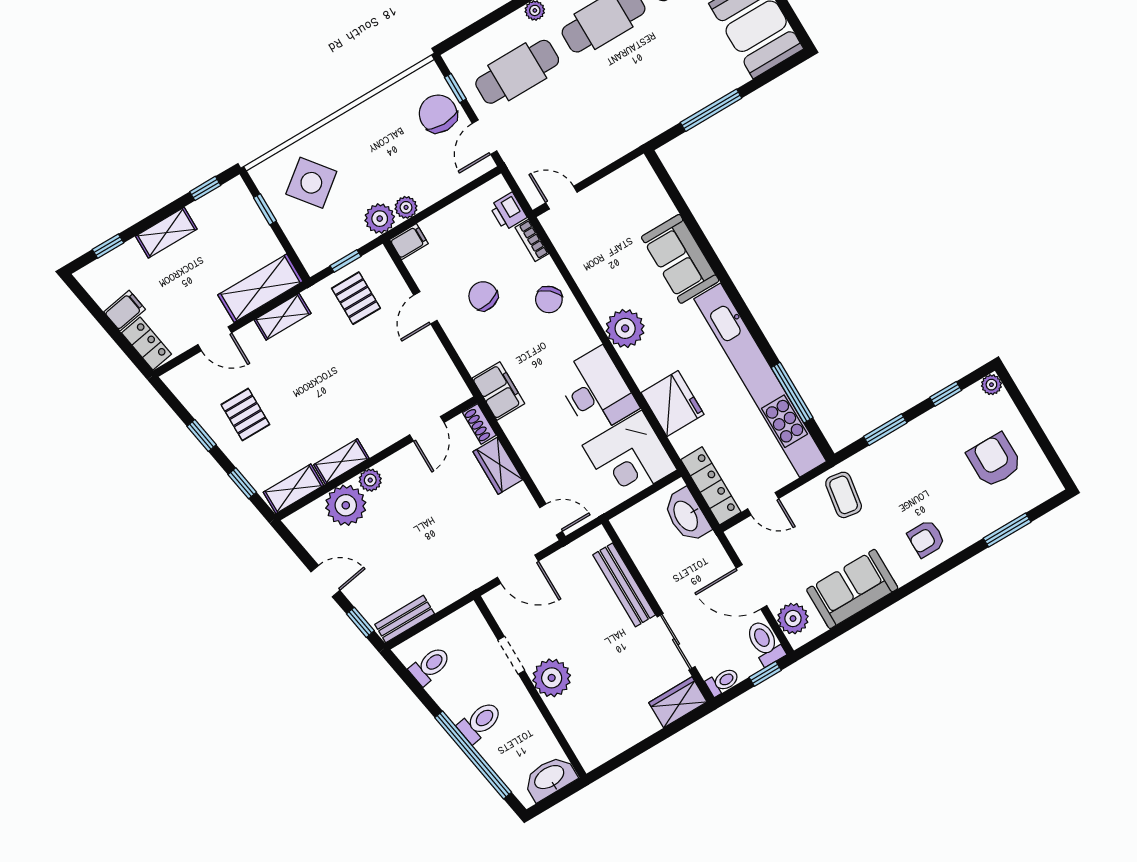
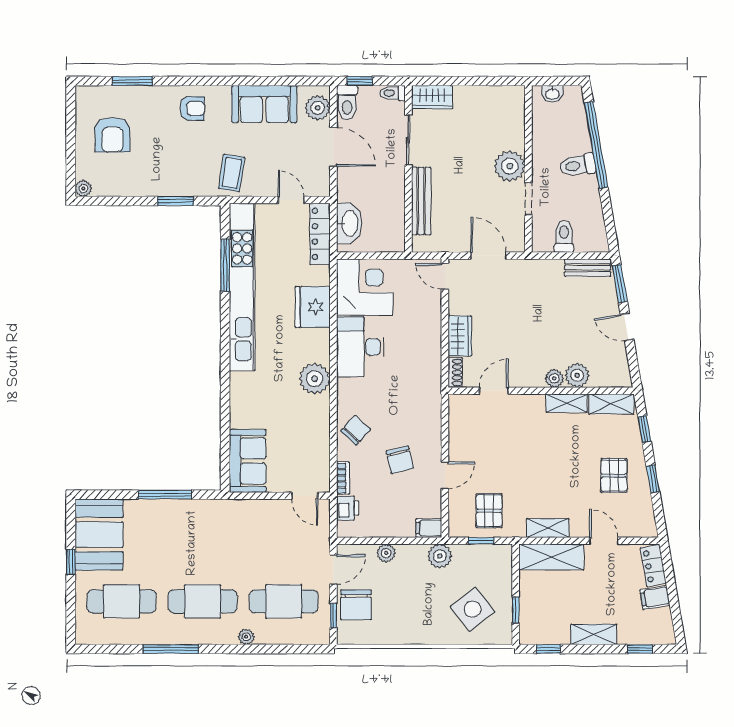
plant: (406, 207) -> (386, 553), moved
sofa: (680, 259) -> (248, 461), moved
filing cabinet: (498, 391) -> (428, 387), removed
window: (946, 394) -> (119, 201), removed
plant: (346, 505) -> (577, 375), width x0.73, depth x0.73
window: (360, 622) -> (620, 284), width x1.50
toilet: (430, 666) -> (564, 236), moved, turned 100
washbasin: (550, 778) -> (552, 94), width x0.52, depth x0.69

